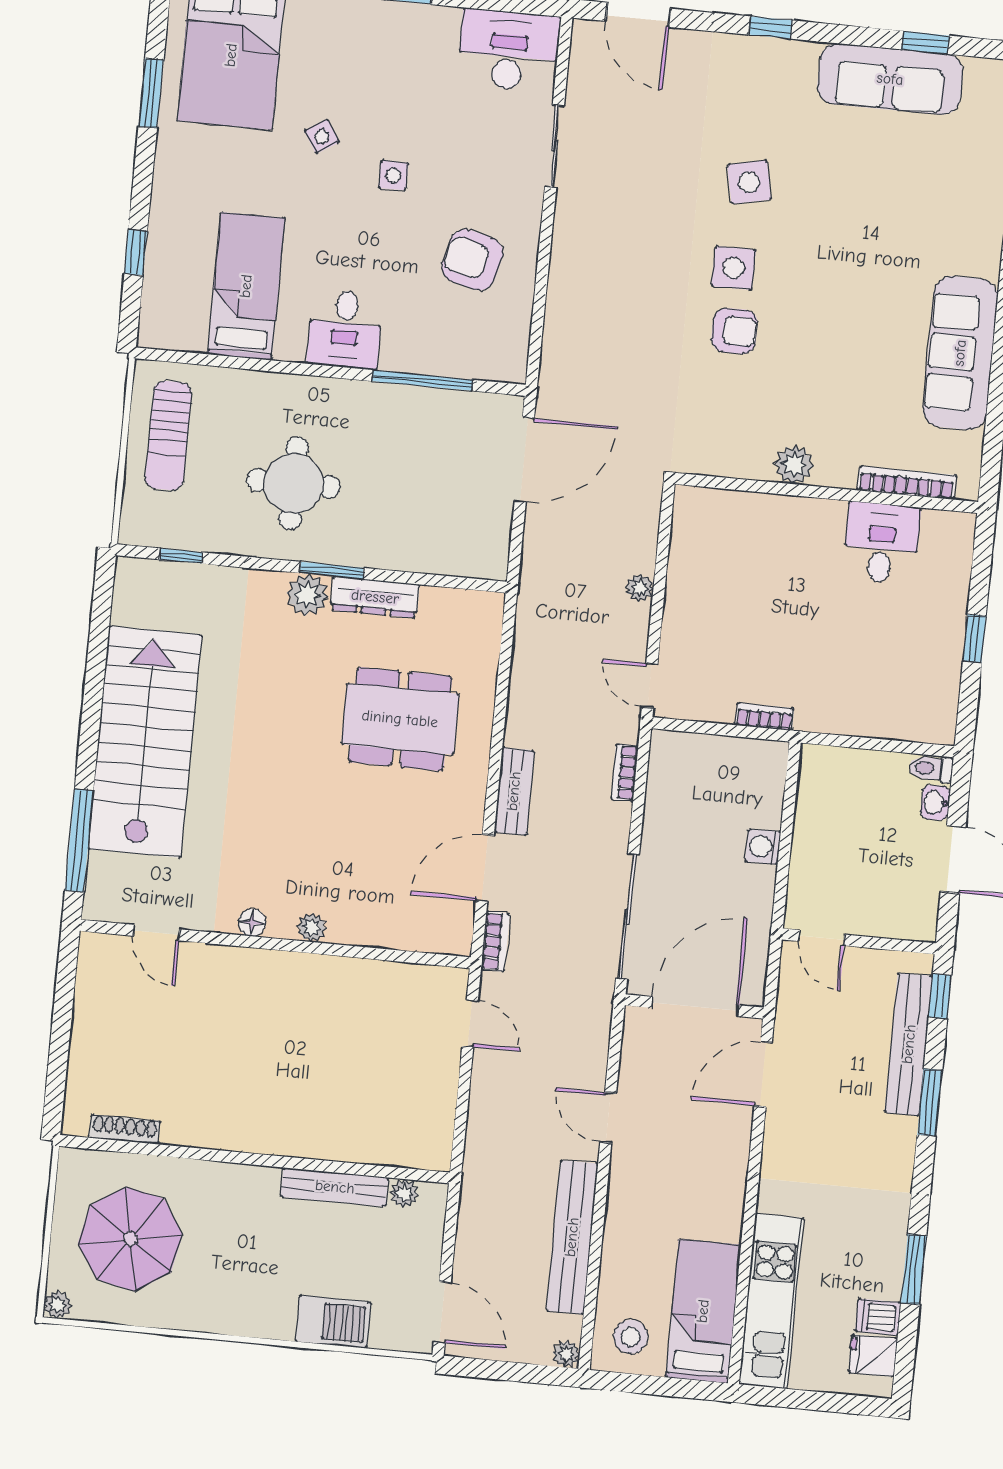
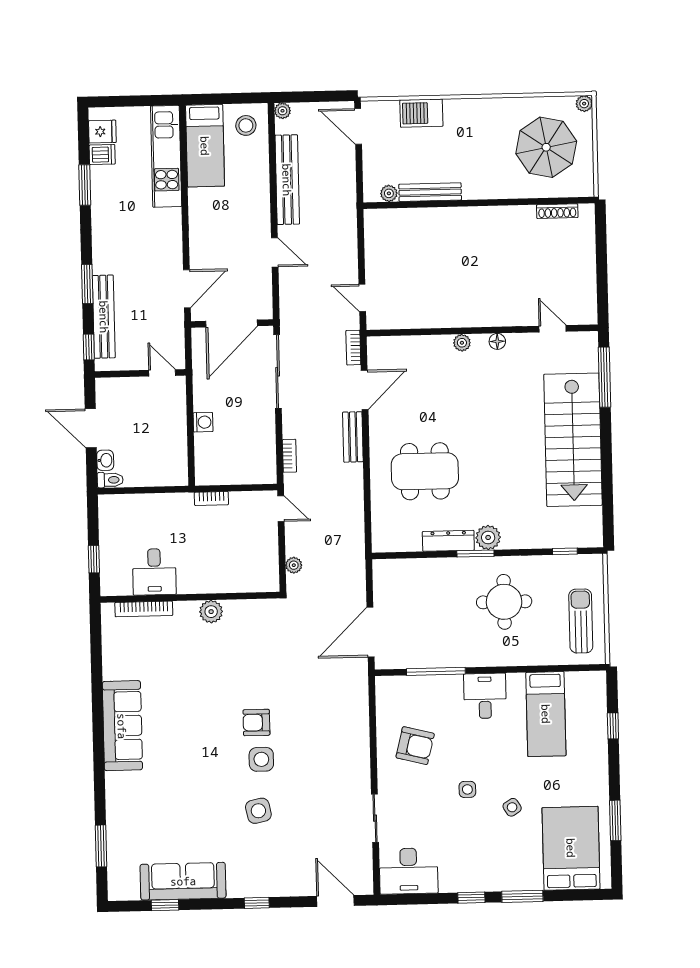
plant: (794, 465) -> (211, 612), moved
bookcase: (907, 483) -> (144, 609), moved
wall: (827, 493) -> (190, 597), moved
desk: (881, 543) -> (154, 572), moved

